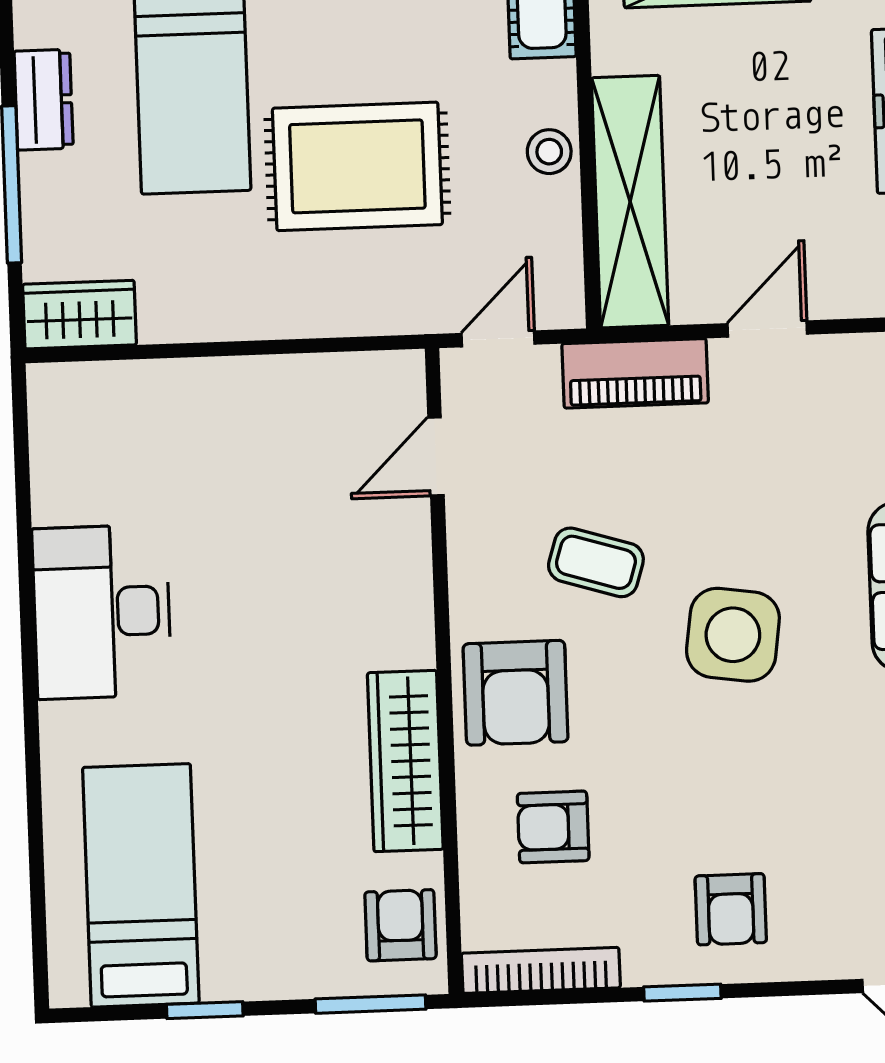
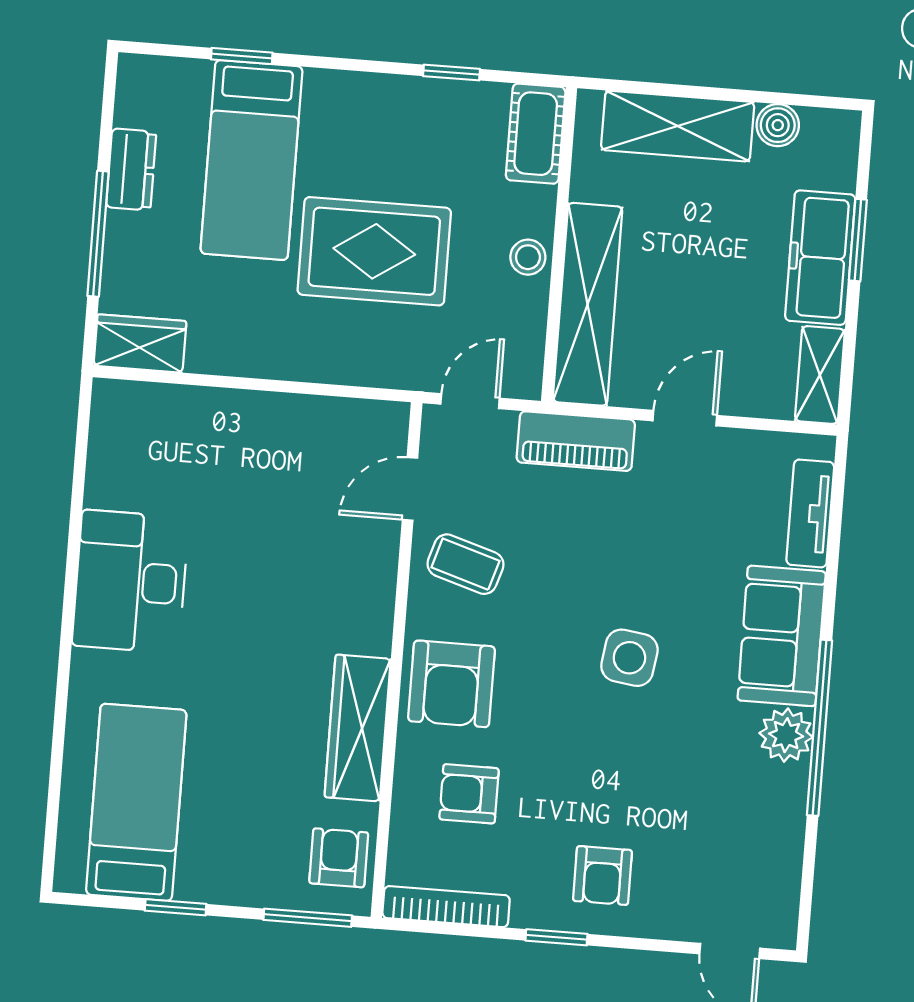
coffee table: (596, 562) -> (465, 564), moved
side table: (733, 635) -> (629, 658), width x0.73, depth x0.73

